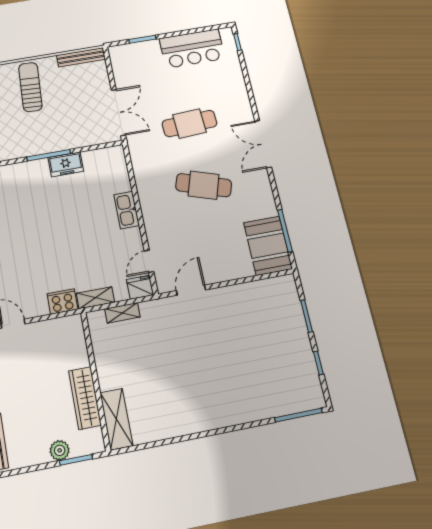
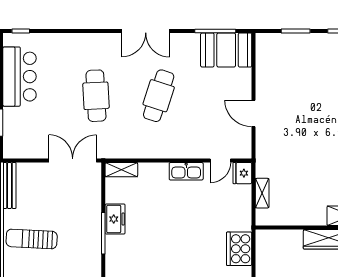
double door: (263, 144) -> (146, 31), moved
kitchen sink: (127, 210) -> (186, 171), moved
door: (149, 261) -> (220, 160), hinge flipped
door: (191, 290) -> (254, 113), moved
shelving: (95, 298) -> (121, 170), moved, turned 90
cooker: (62, 301) -> (239, 249), width x1.37, depth x1.31

